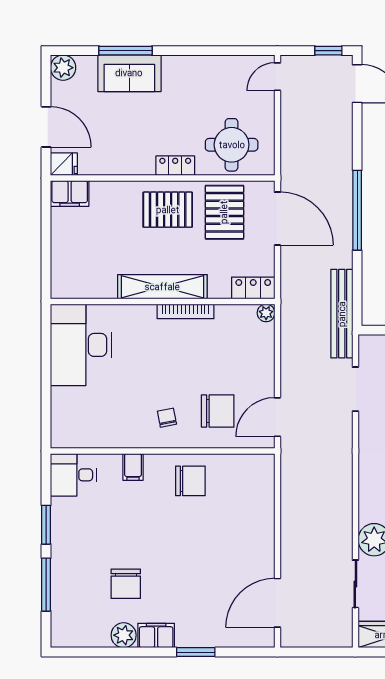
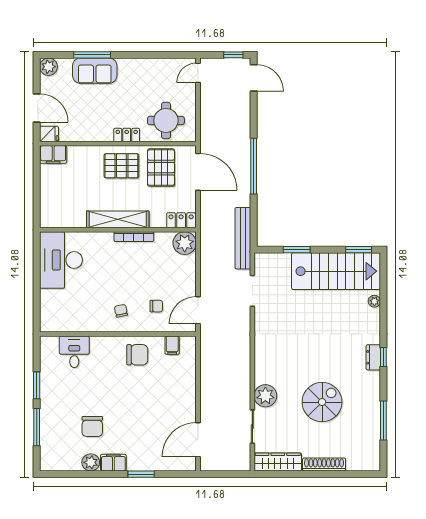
plant: (266, 313) -> (185, 243), width x1.88, depth x1.88
chair: (218, 411) -> (156, 306), width x0.54, depth x0.54
filing cabinet: (133, 467) -> (172, 345), moved
desk: (73, 475) -> (74, 352), moved, turned 90

